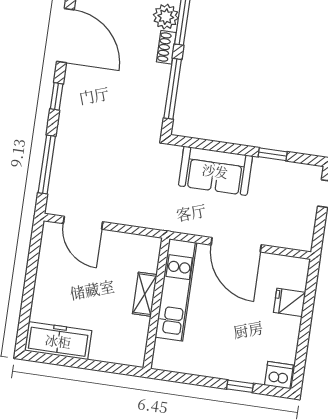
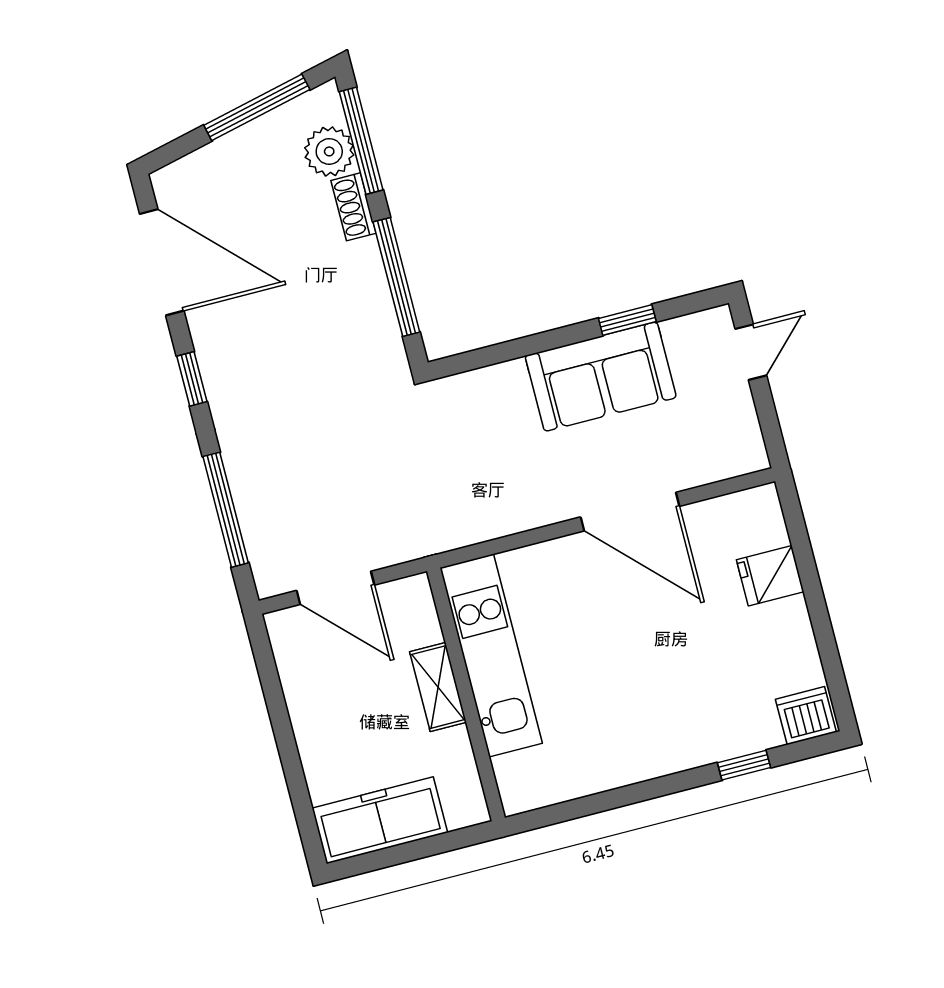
sofa: (215, 171) -> (601, 377), moved
kitchen unit: (176, 290) -> (491, 655), moved
shelving: (145, 294) -> (438, 687), moved
wall: (156, 303) -> (466, 694), moved

